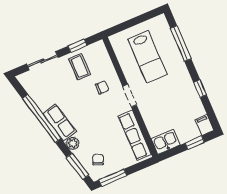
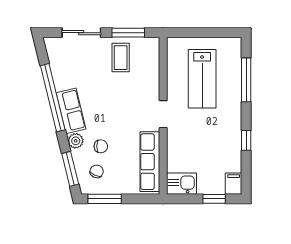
window: (77, 46) -> (128, 33), width x1.50
chair: (102, 87) -> (101, 146), moved

